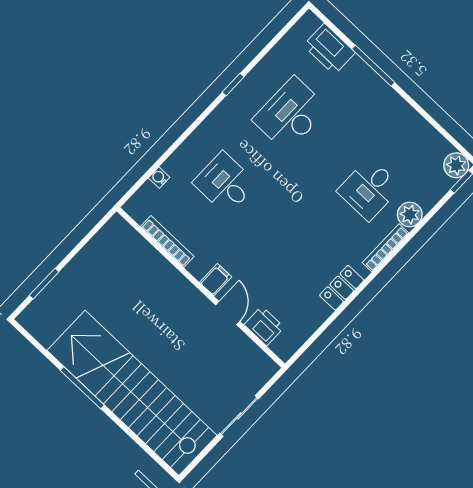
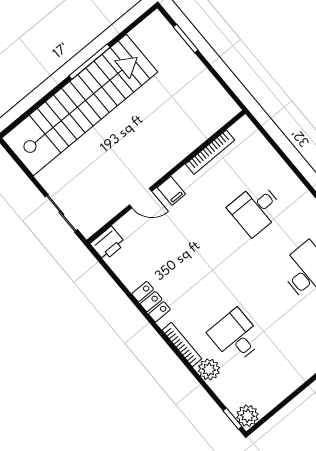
water cooler: (159, 178) -> (268, 151), removed
desk: (225, 183) -> (256, 209), turned 180
printer: (264, 326) -> (108, 243), moved
sliding door: (239, 416) -> (61, 213), moved

